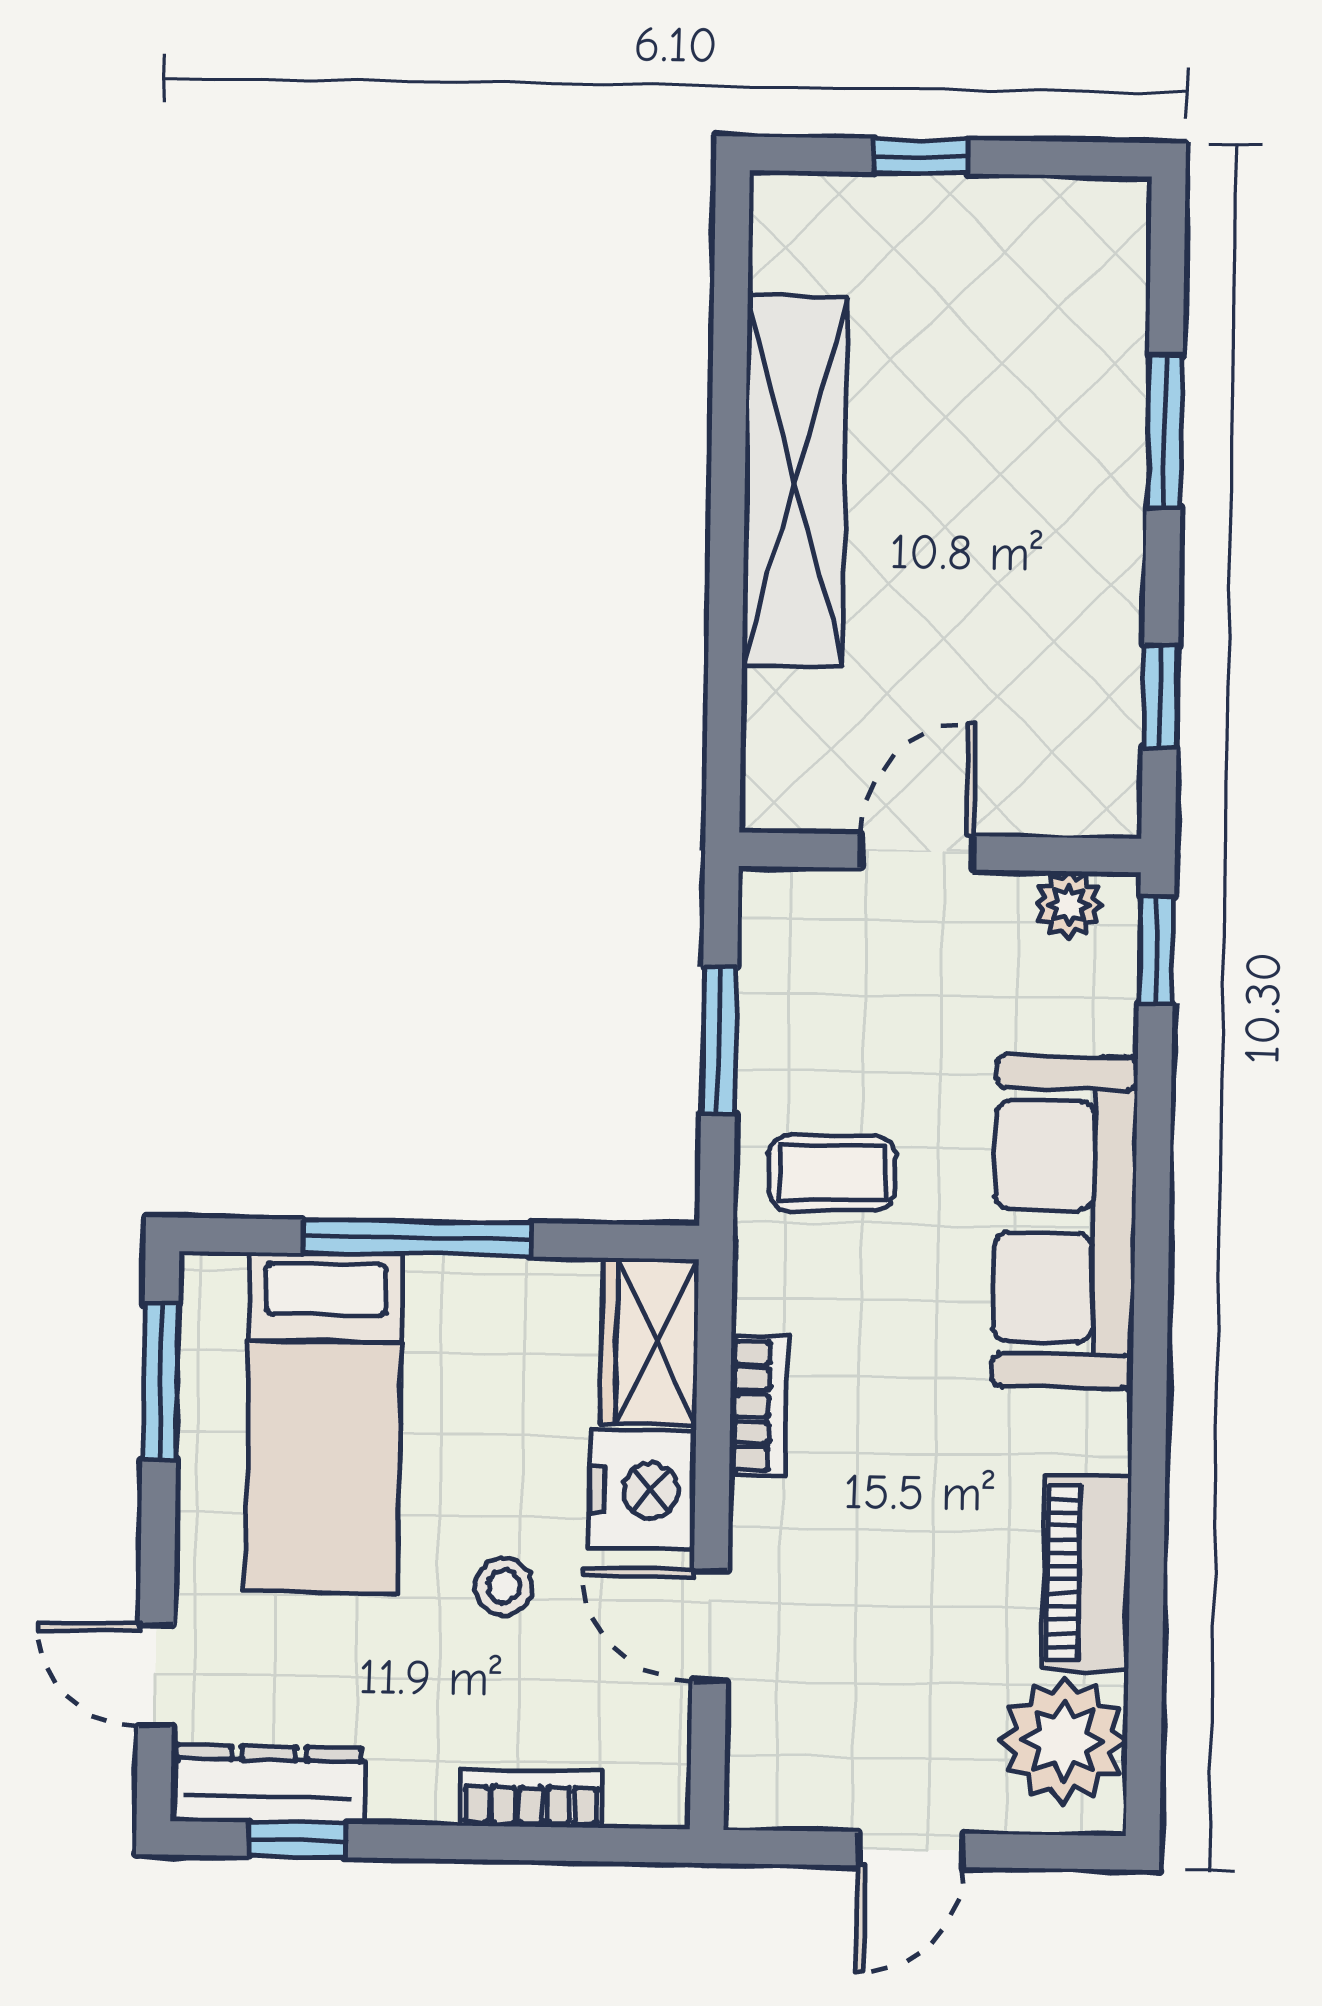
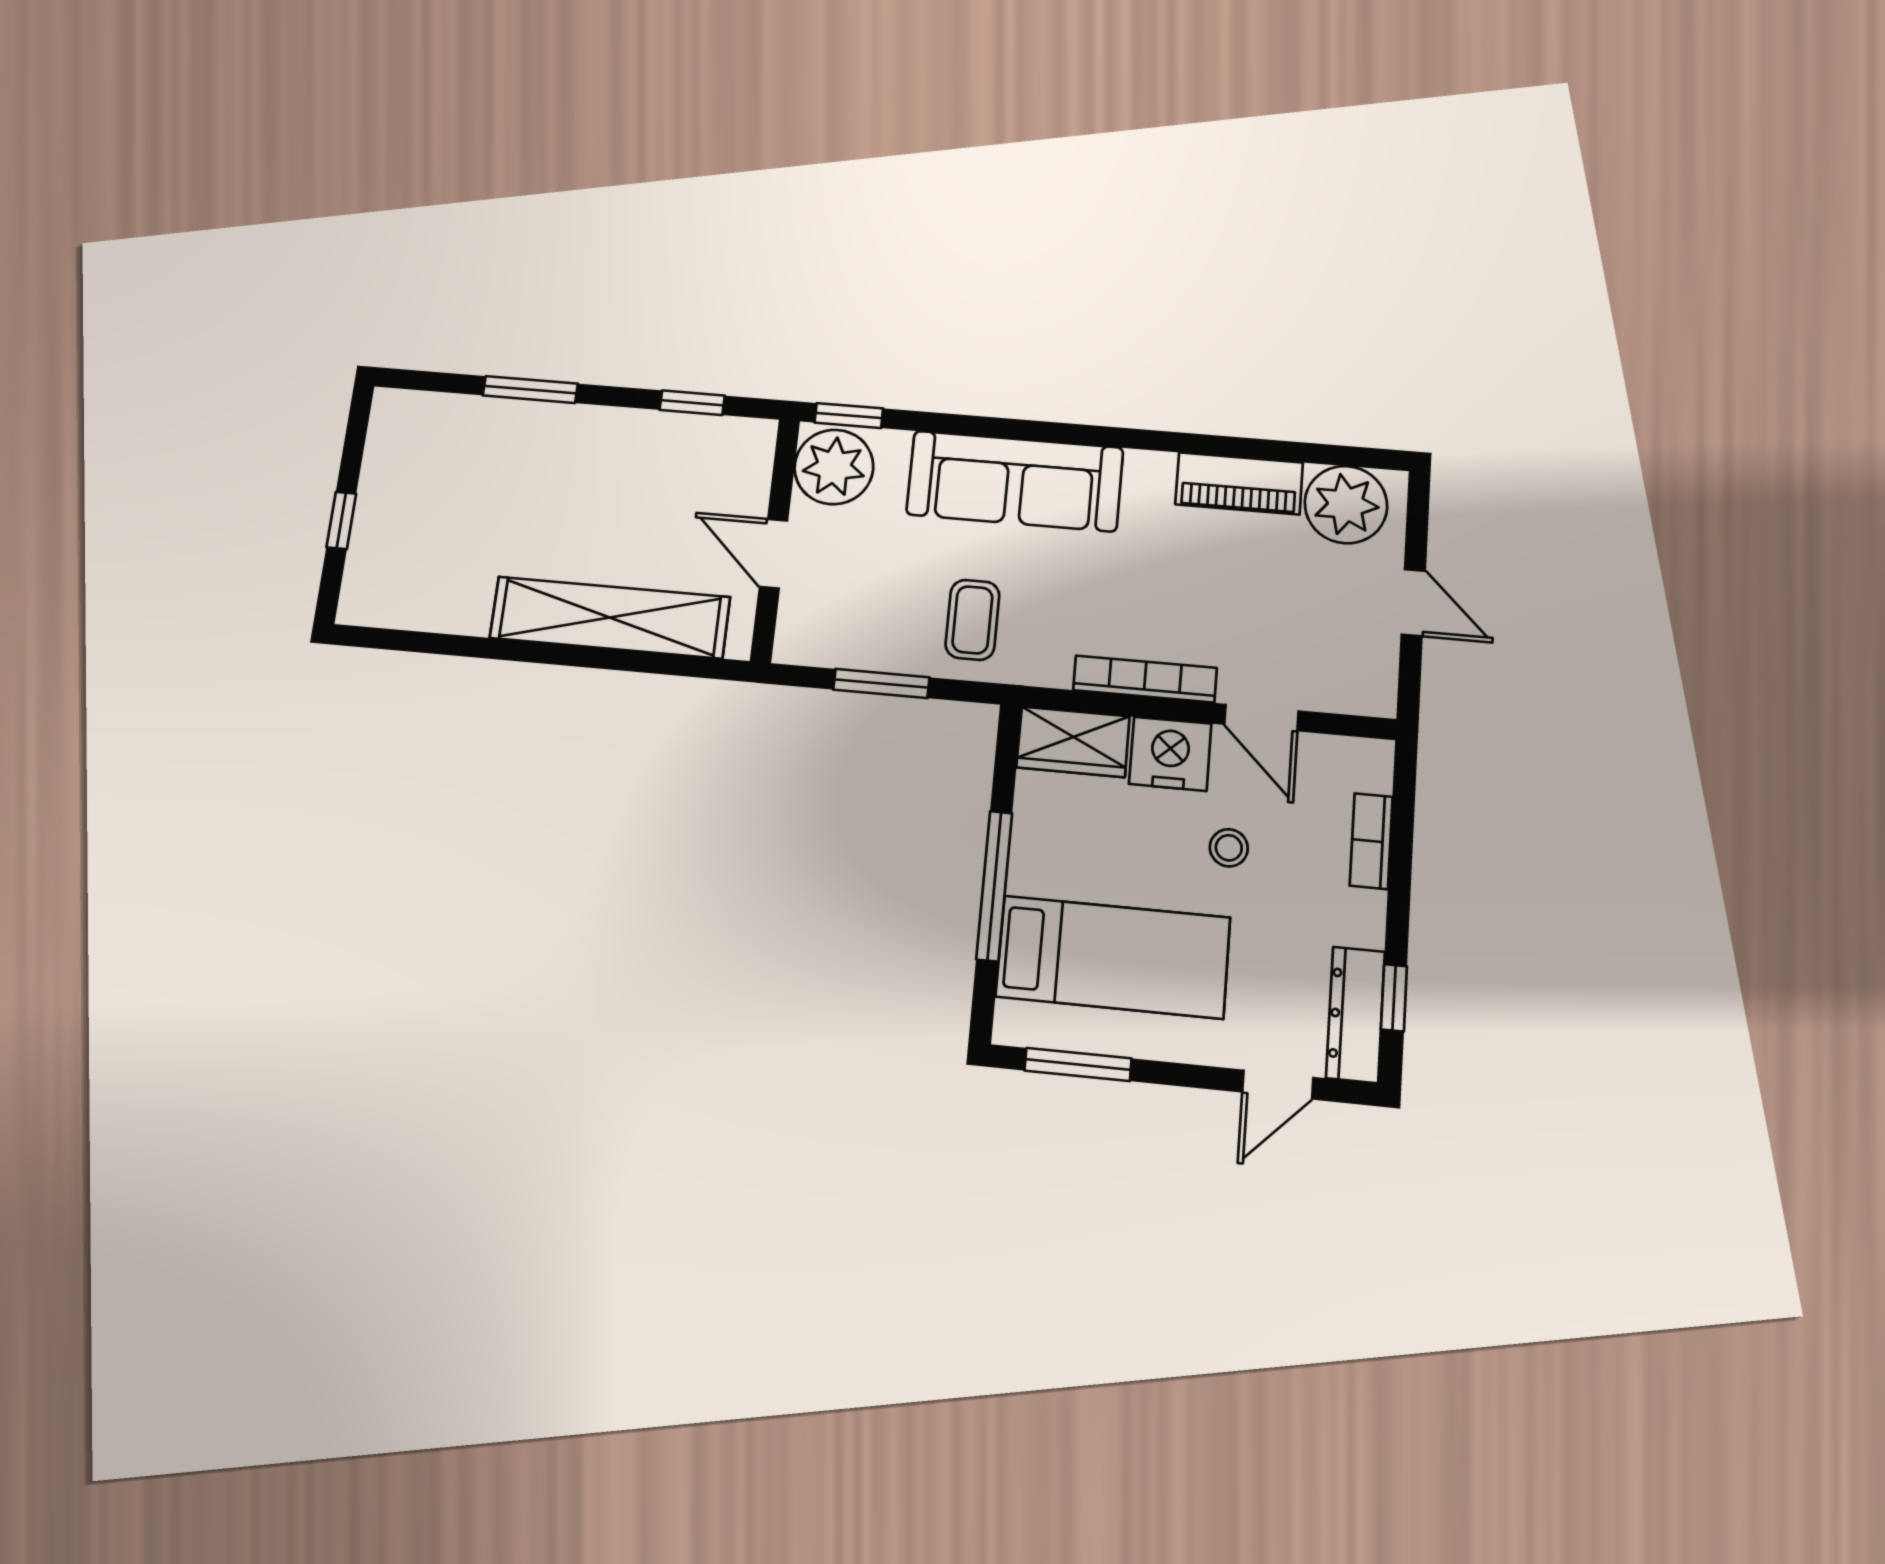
shelving: (795, 481) -> (610, 618), moved
plant: (1068, 905) -> (834, 467), width x1.88, depth x1.88
bookcase: (758, 1406) -> (1145, 679), width x1.56
door: (710, 1626) -> (1261, 718), hinge flipped

